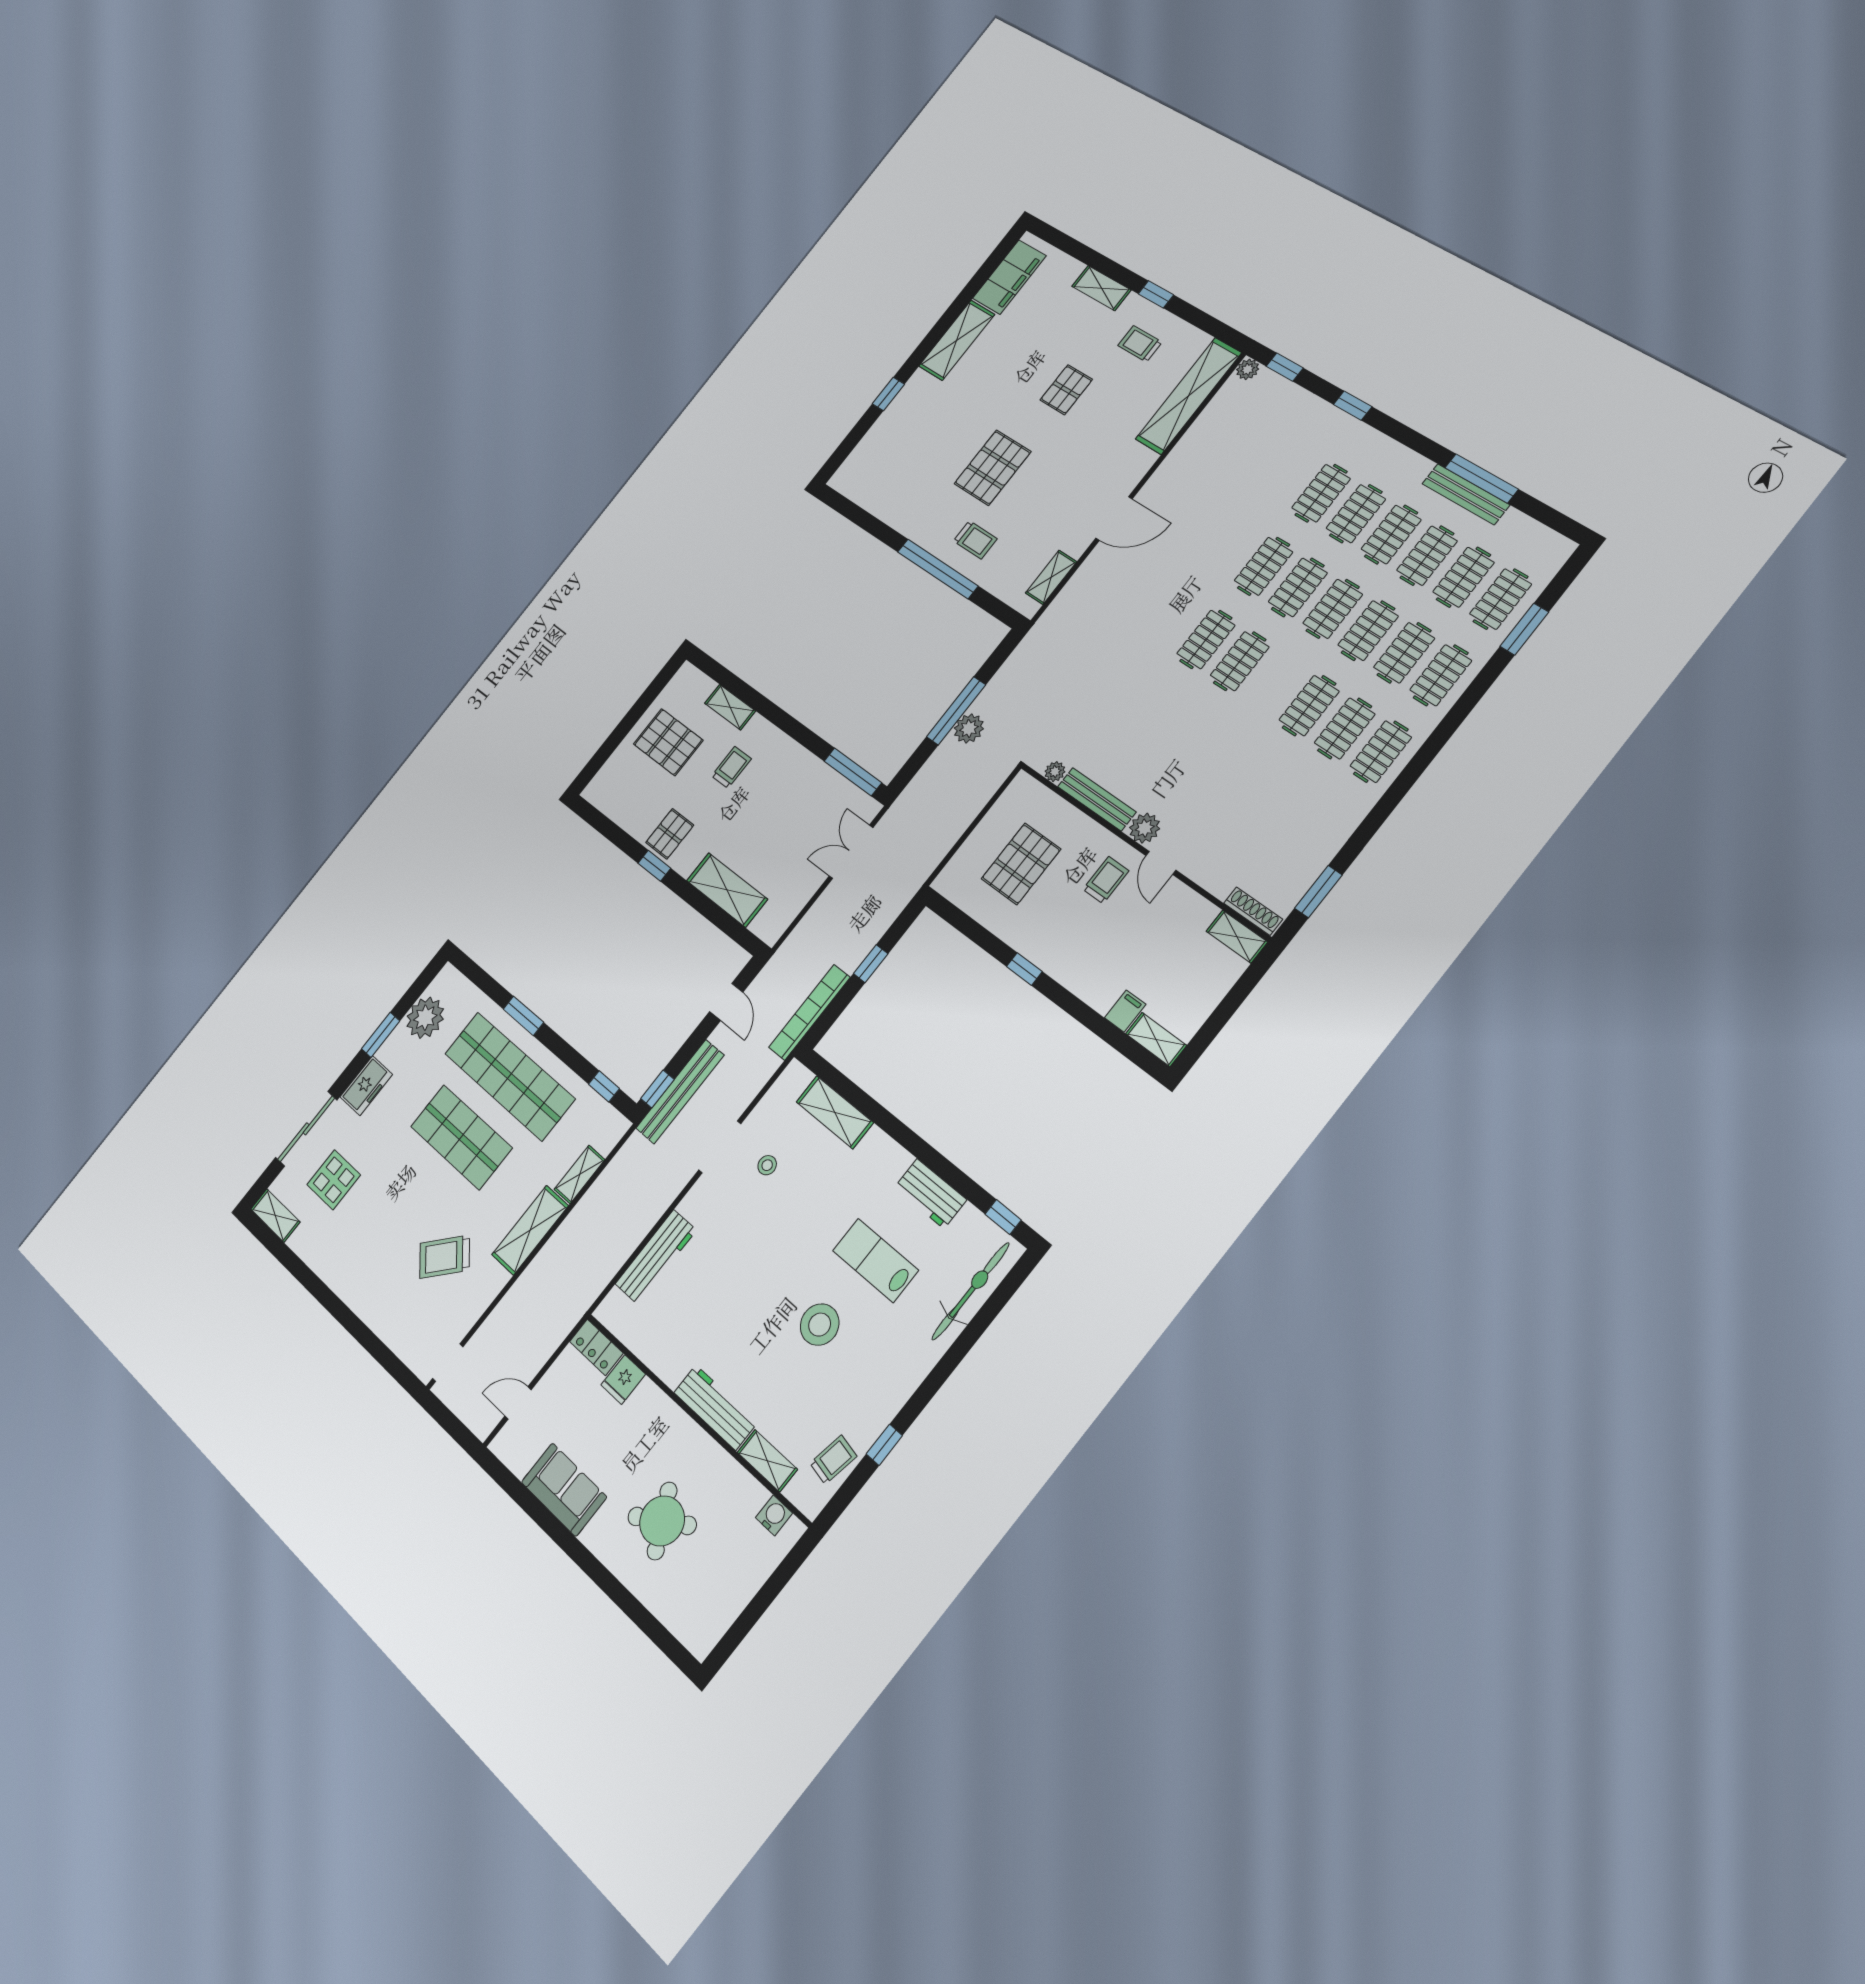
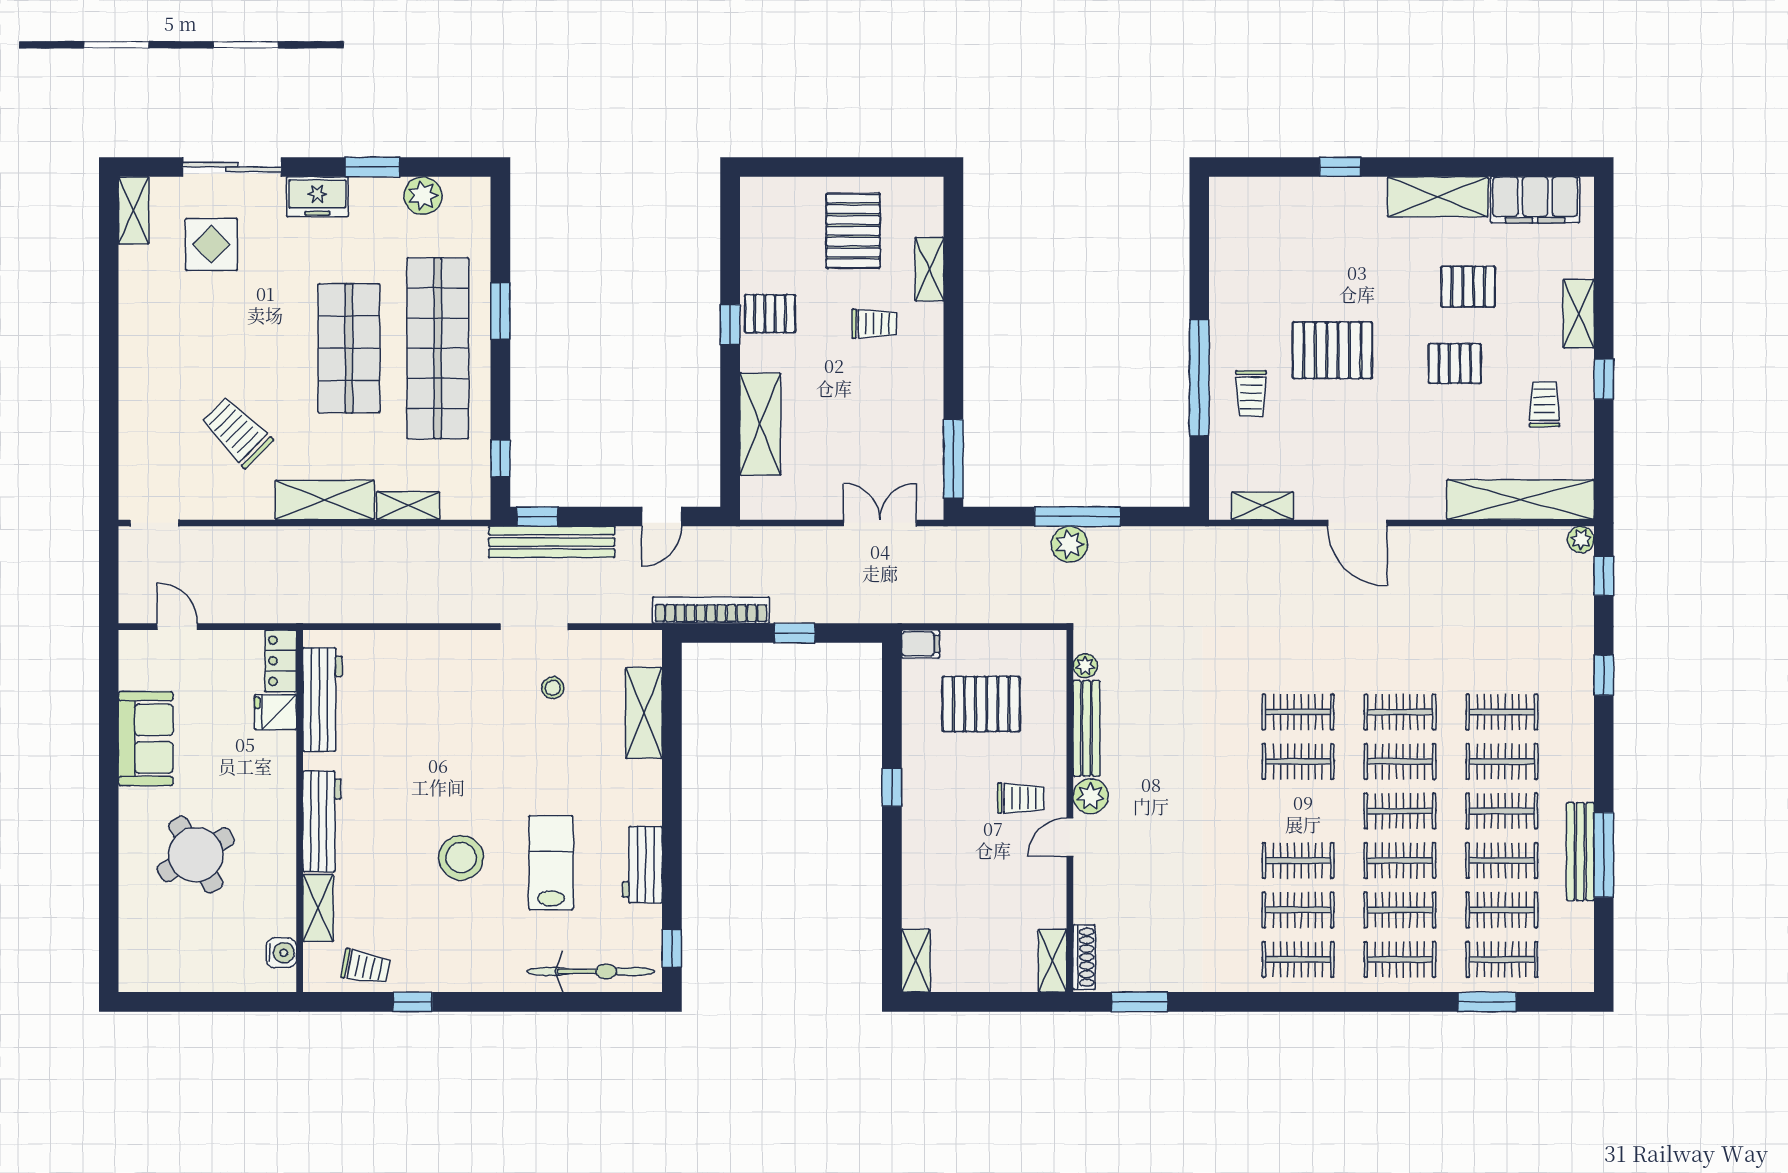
pallet: (1026, 352) -> (1468, 287), added
filing cabinet: (1125, 1011) -> (920, 644), moved
plant: (425, 1018) -> (423, 196), width x0.73, depth x0.73
workbench: (656, 1257) -> (322, 700), moved, turned -90

